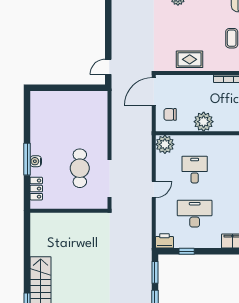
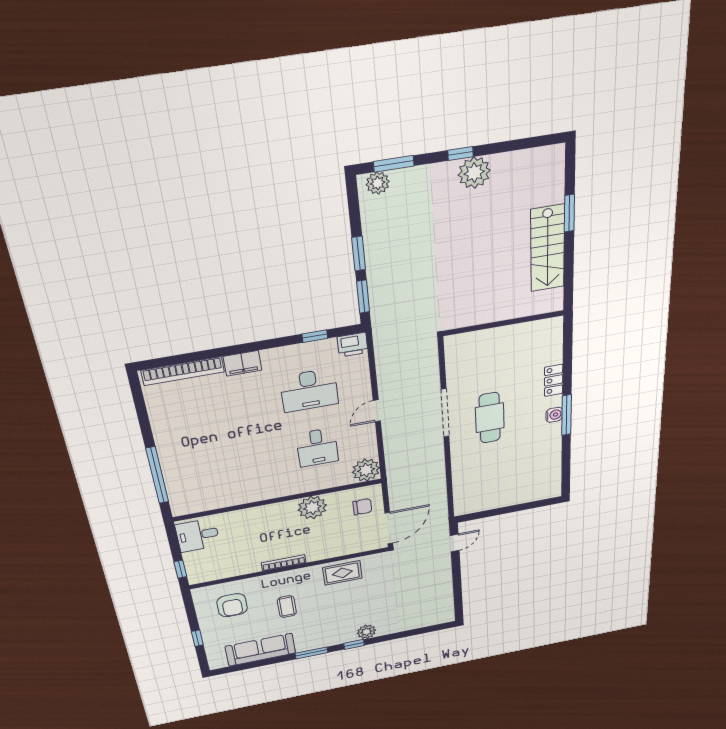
wall: (69, 211) -> (504, 323), moved

